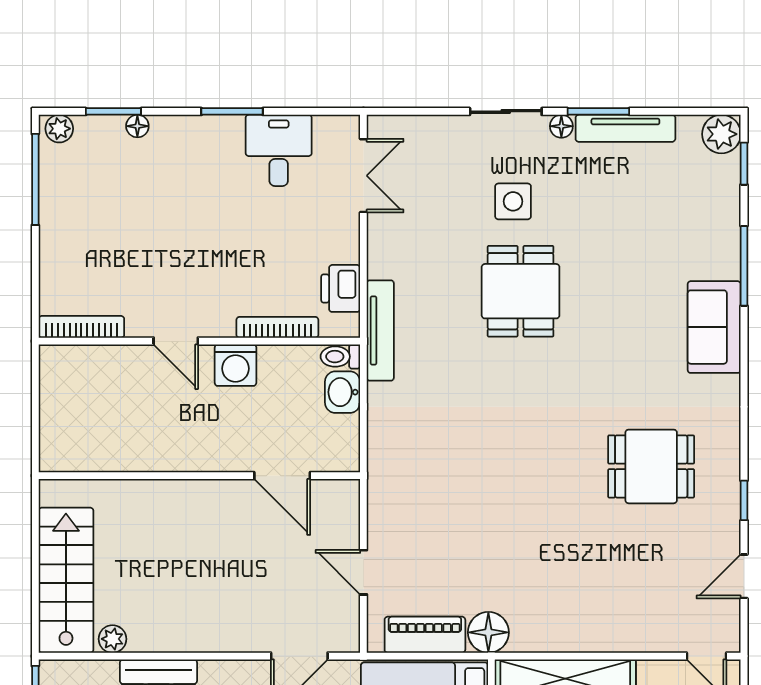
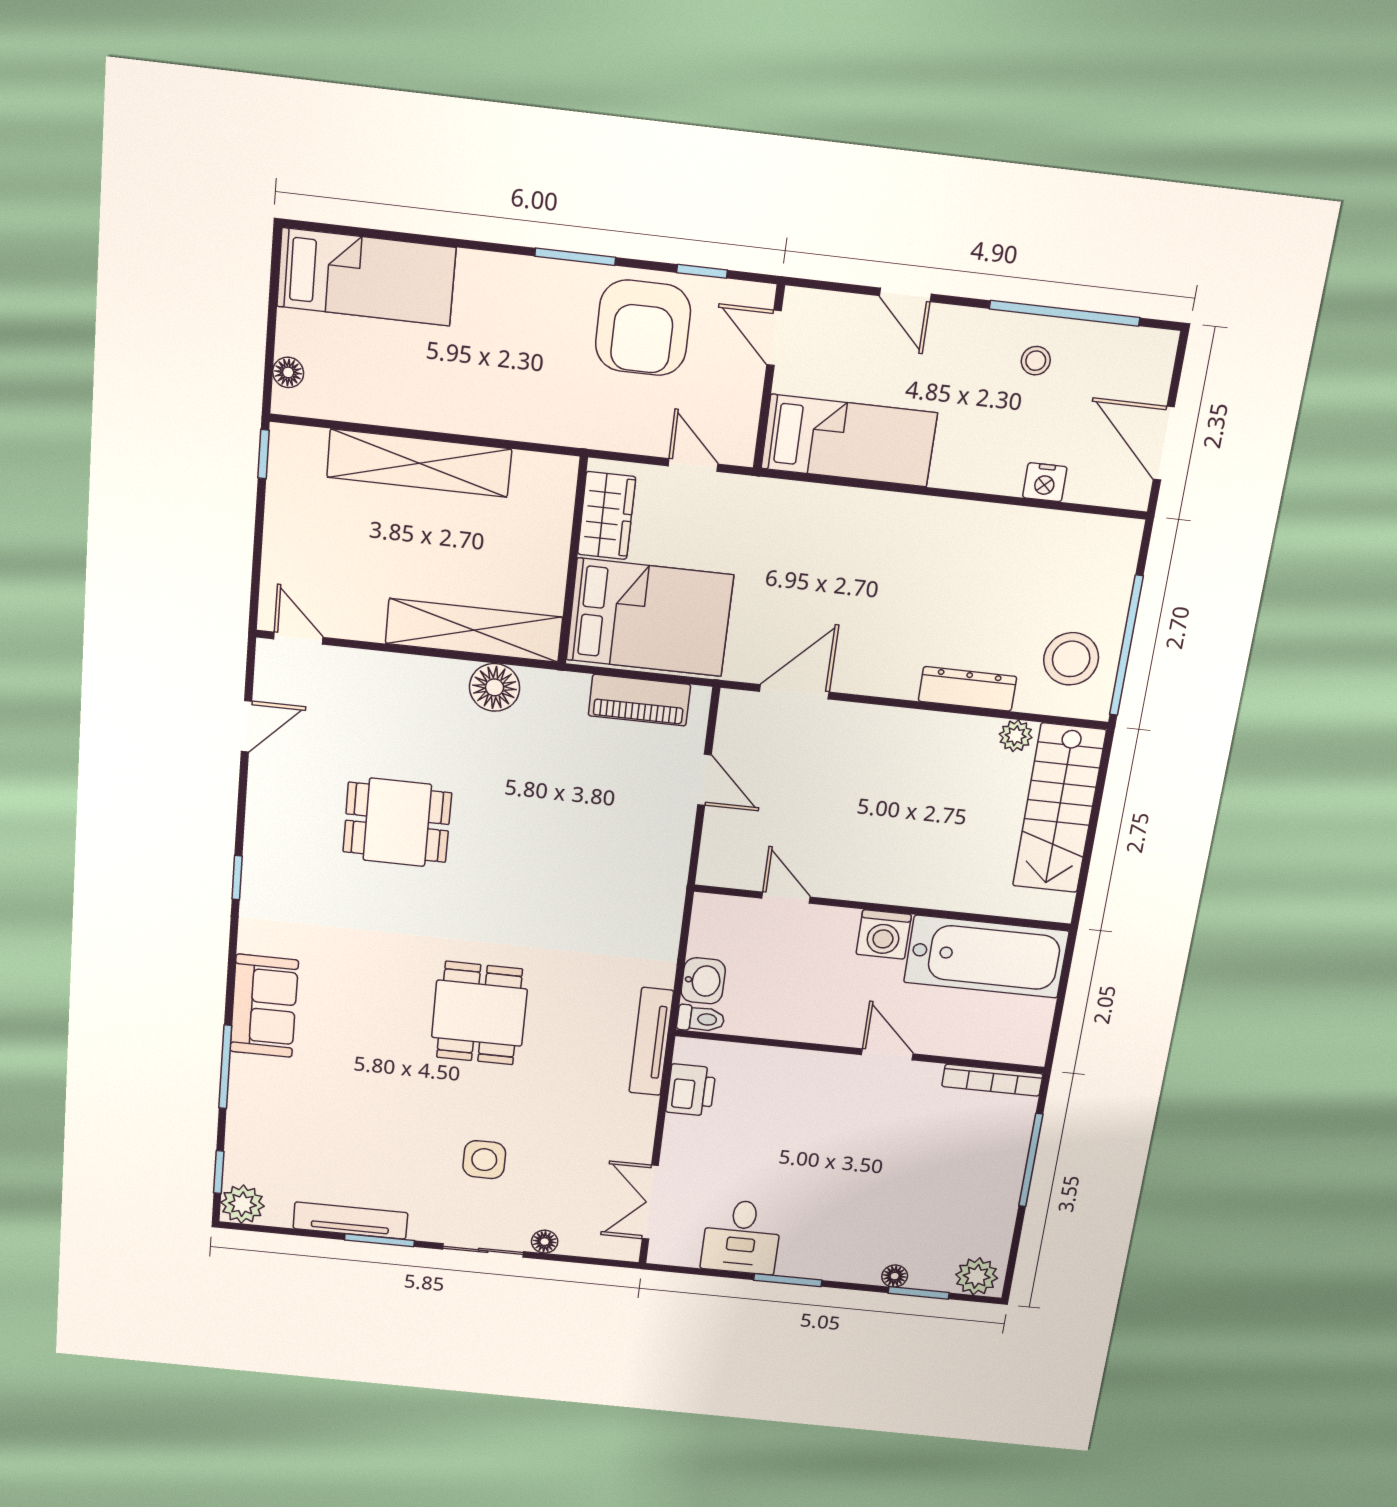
floor lamp: (561, 126) -> (545, 1242), moved
plant: (59, 129) -> (977, 1276), width x1.38, depth x1.38
window: (35, 179) -> (1031, 1160), moved
dining table: (521, 291) -> (479, 1013), moved
bookcase: (277, 327) -> (769, 1057), removed
washing machine: (236, 365) -> (884, 934), moved, turned 180
bathtub: (105, 441) -> (986, 957), added
dining table: (651, 466) -> (397, 822), moved
door: (282, 476) -> (786, 898), width x0.73
window: (744, 500) -> (237, 878), moved
floor lamp: (488, 632) -> (495, 687), moved

